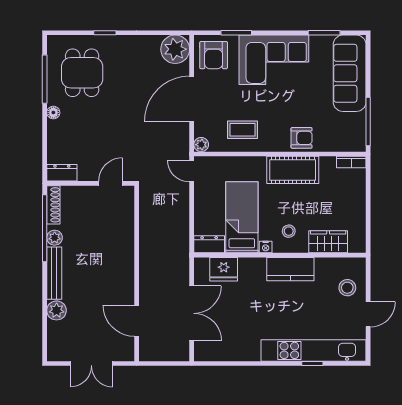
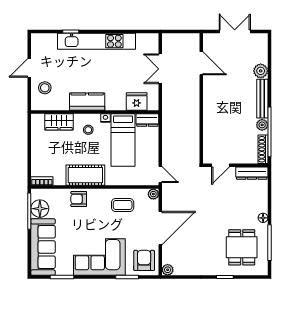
plant: (175, 49) -> (168, 270), width x0.53, depth x0.53
floor lamp: (354, 125) -> (40, 209), added
dresser: (62, 173) -> (252, 173), width x1.44
double door: (192, 313) -> (160, 69), width x0.73
kitchen unit: (313, 350) -> (96, 41), moved

